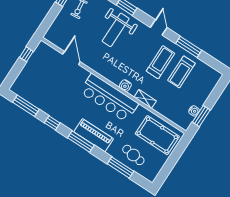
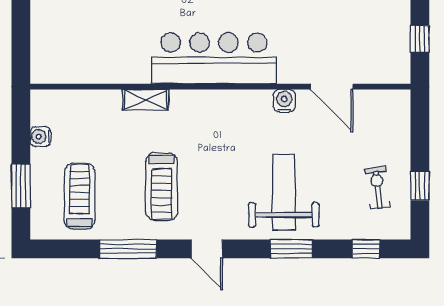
treadmill: (181, 72) -> (80, 196), moved
water cooler: (125, 86) -> (284, 101), moved
window: (201, 116) -> (21, 186), moved
pool table: (157, 135) -> (79, 47), removed

